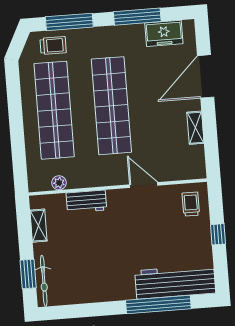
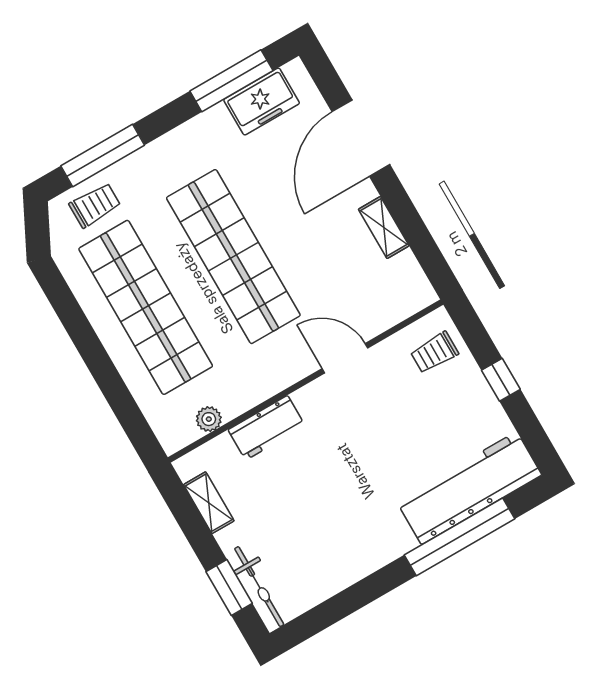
window: (137, 17) -> (231, 81), moved
trolley: (191, 204) -> (434, 353), turned -90

